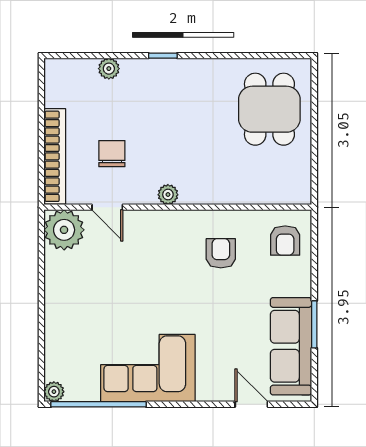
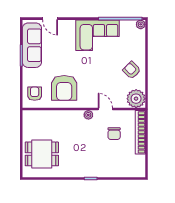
plant: (109, 69) -> (115, 173), removed
dining table: (269, 109) -> (42, 154), turned 90
door: (107, 207) -> (105, 109), moved
armchair: (221, 253) -> (64, 88), width x1.88, depth x1.88
armchair: (73, 292) -> (132, 70), added

